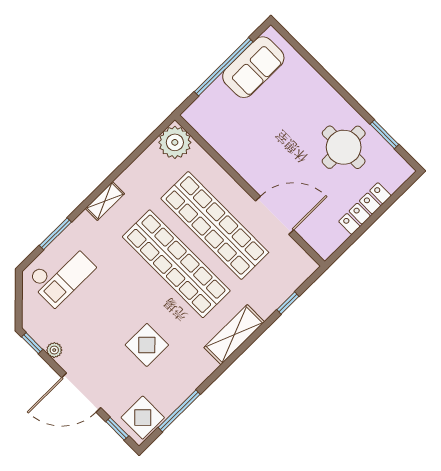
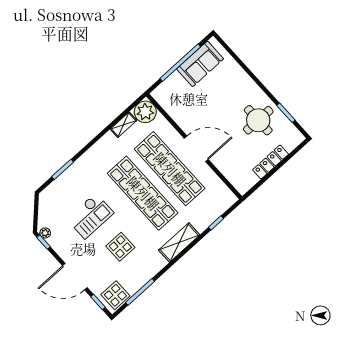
shelving: (105, 201) -> (123, 125), moved
door: (275, 215) -> (196, 149), moved
checkout: (61, 274) -> (90, 216), moved
plant: (54, 350) -> (45, 233), moved

